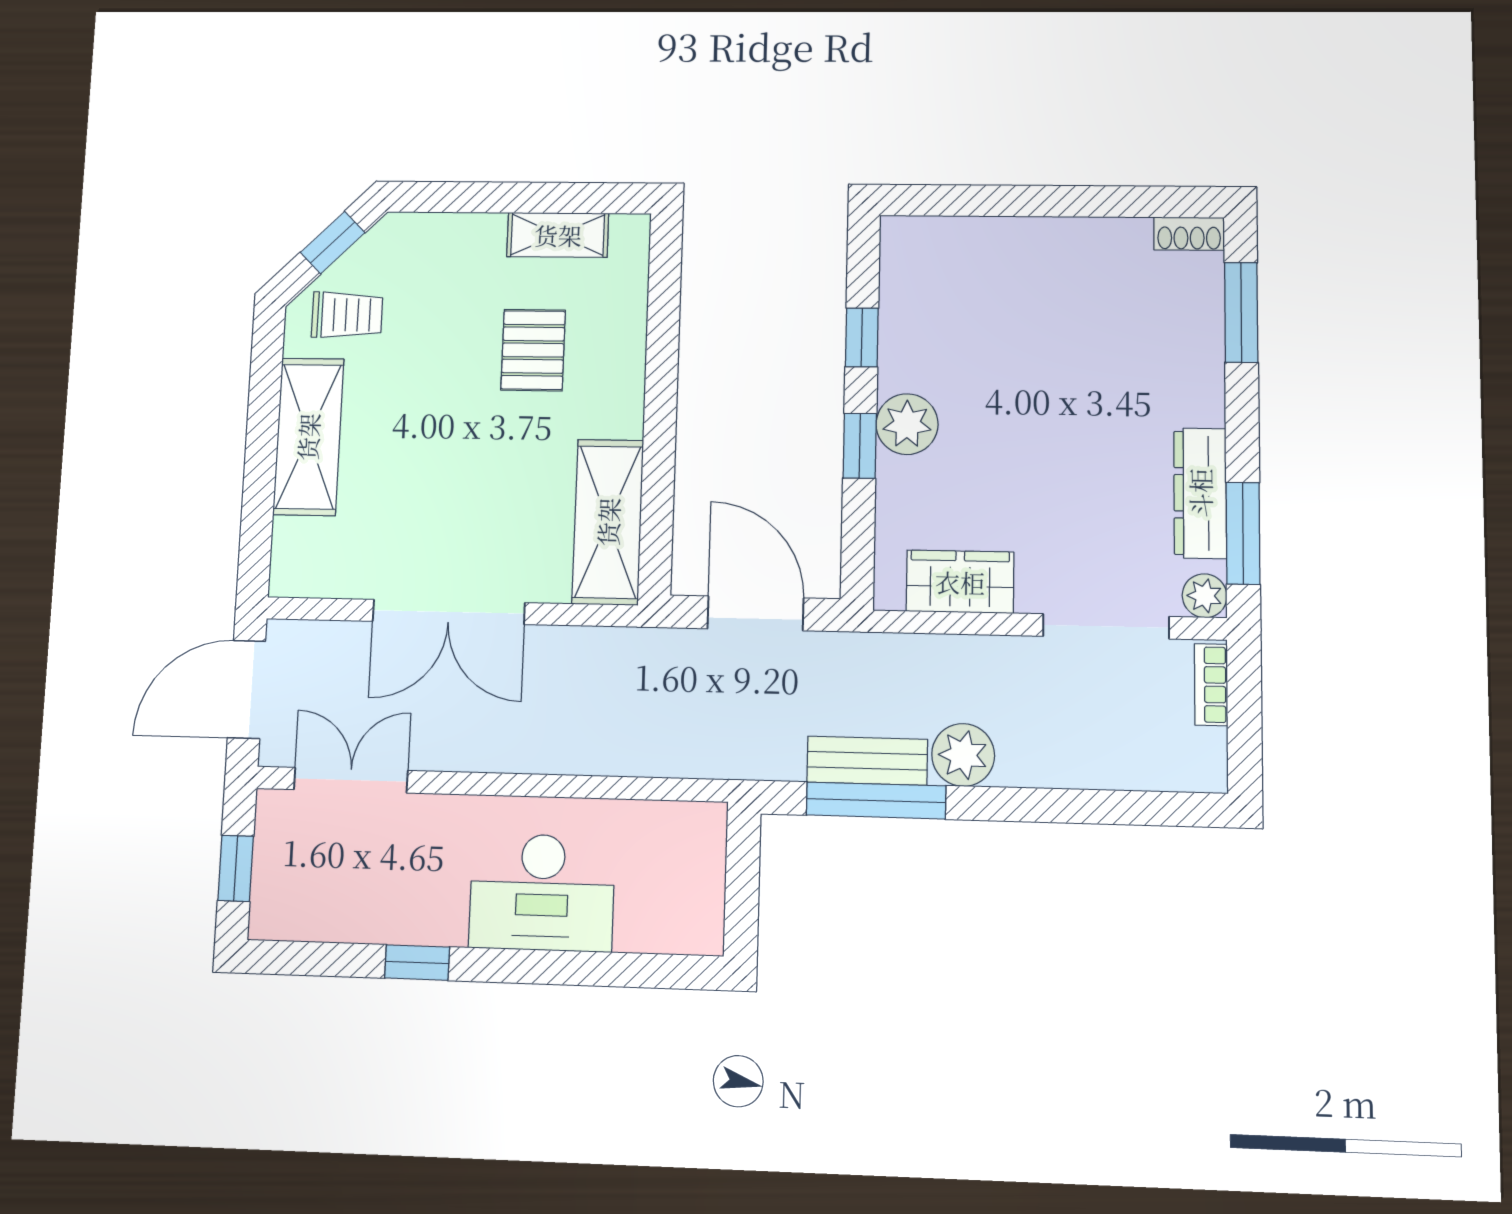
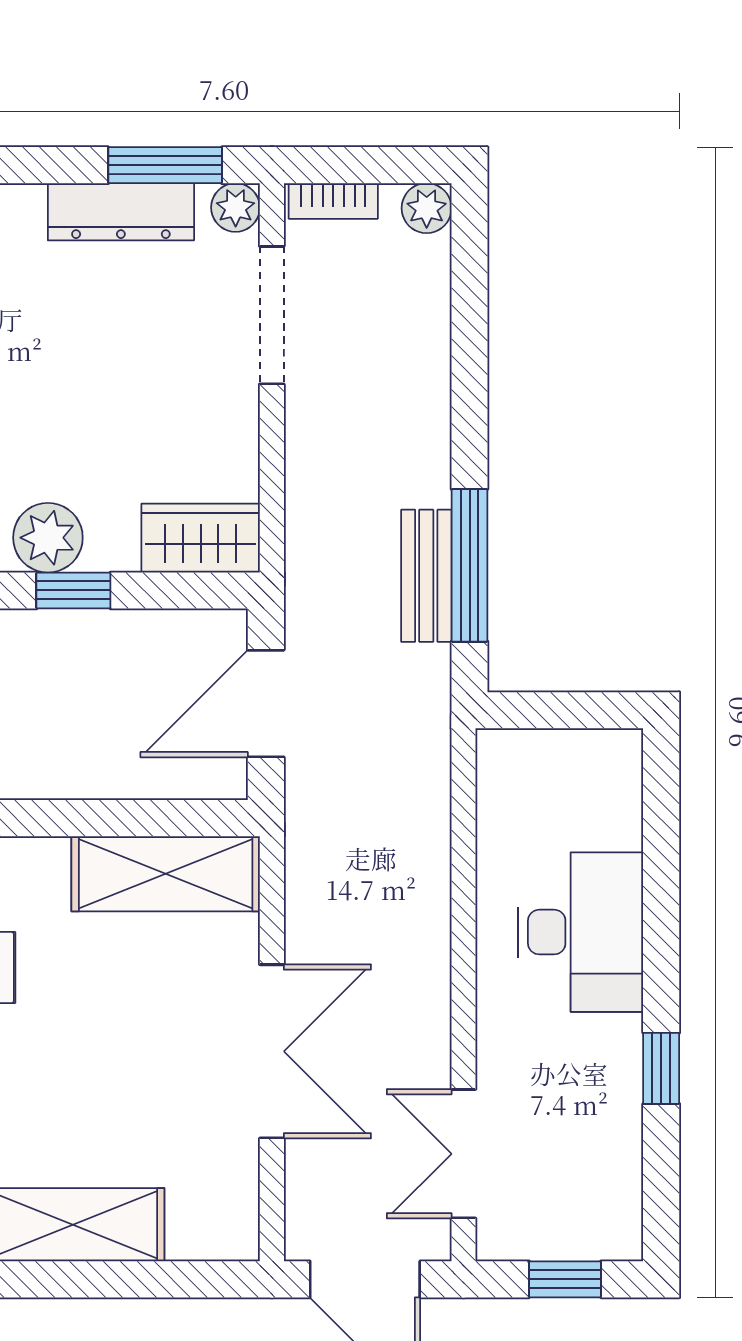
wardrobe: (960, 582) -> (201, 538), moved, turned 90
plant: (963, 755) -> (427, 208), moved, width x0.73, depth x0.73

